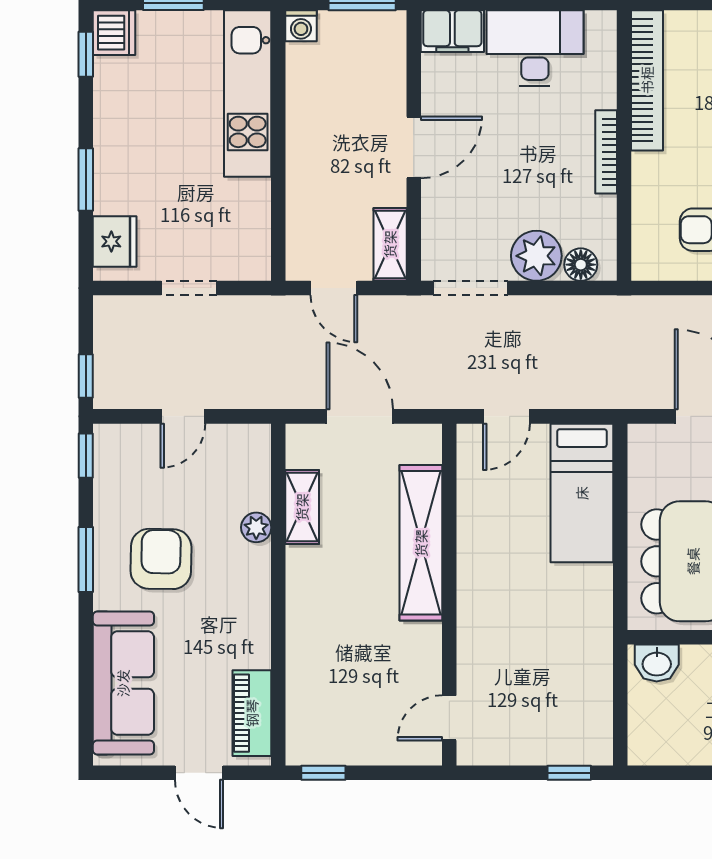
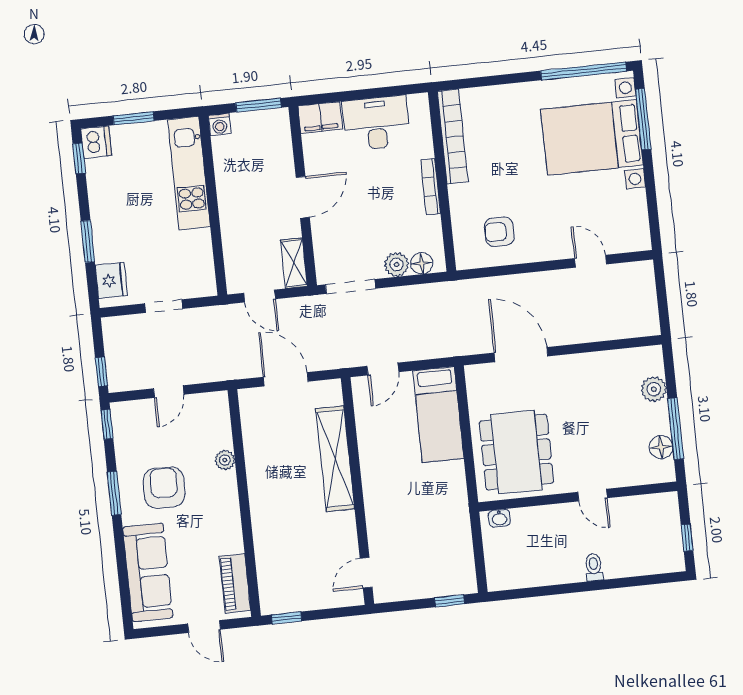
plant: (536, 256) -> (397, 265), width x0.73, depth x0.73
shelving: (302, 507) -> (254, 443), removed
washbasin: (657, 663) -> (499, 518), width x0.72, depth x0.69

